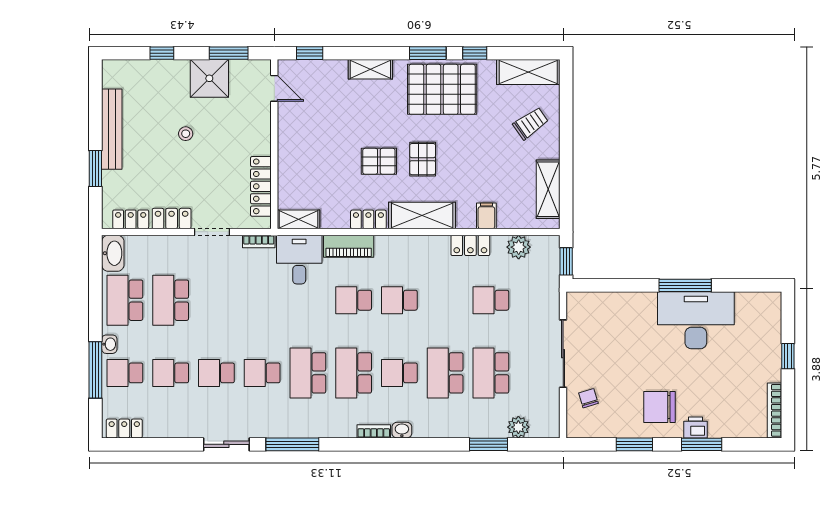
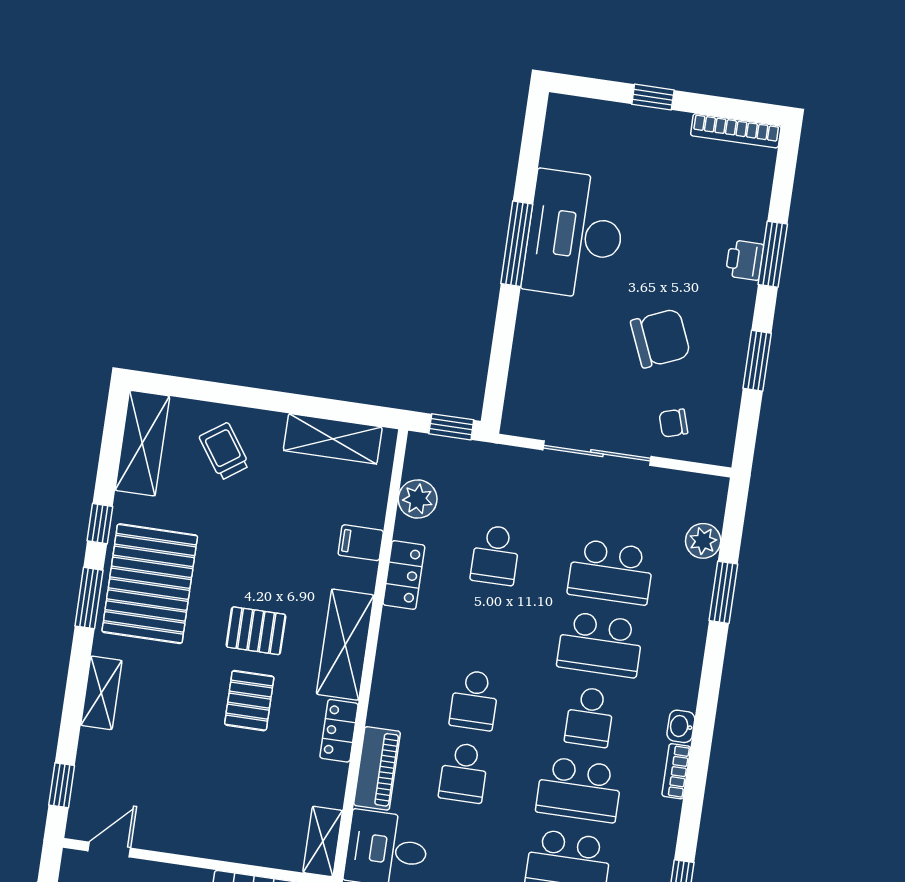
chair: (659, 407) -> (660, 338), moved, turned -113

